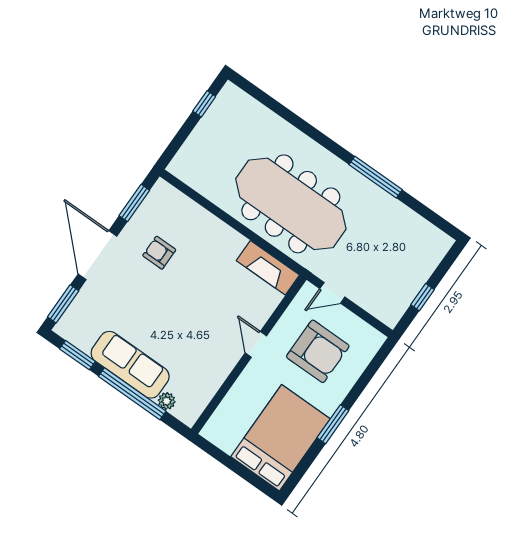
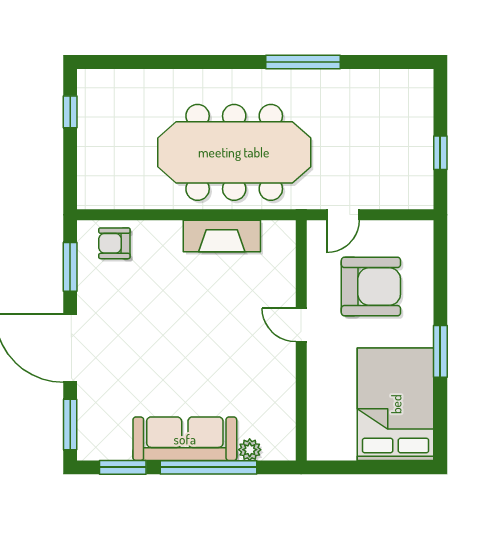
armchair: (159, 253) -> (114, 243), moved
fireplace: (268, 268) -> (222, 236), moved

